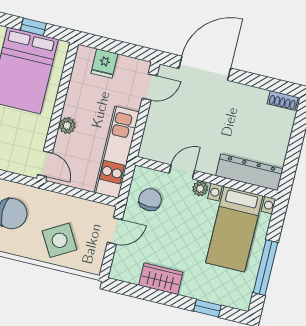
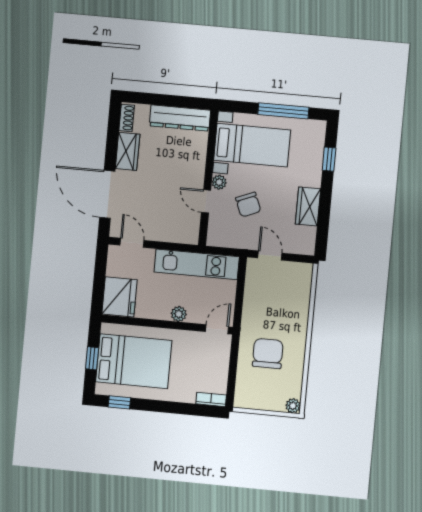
fridge: (104, 63) -> (119, 297), width x1.88, depth x1.34
wardrobe: (247, 97) -> (128, 151), added
dresser: (249, 172) -> (180, 118), moved, turned -90
chair: (150, 200) -> (248, 205), moved, turned -112
side table: (60, 240) -> (286, 306), removed

